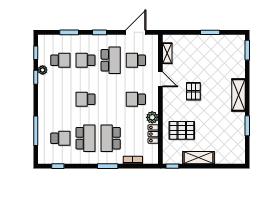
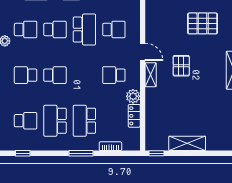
shelving: (167, 53) -> (151, 75), moved
school desk: (85, 60) -> (55, 29), turned 180
school desk: (136, 60) -> (114, 29), turned 180
school desk: (60, 99) -> (26, 75), added
school desk: (85, 99) -> (55, 75), turned 180
pallet: (182, 130) -> (203, 23), moved
school desk: (85, 138) -> (55, 121), turned 180

